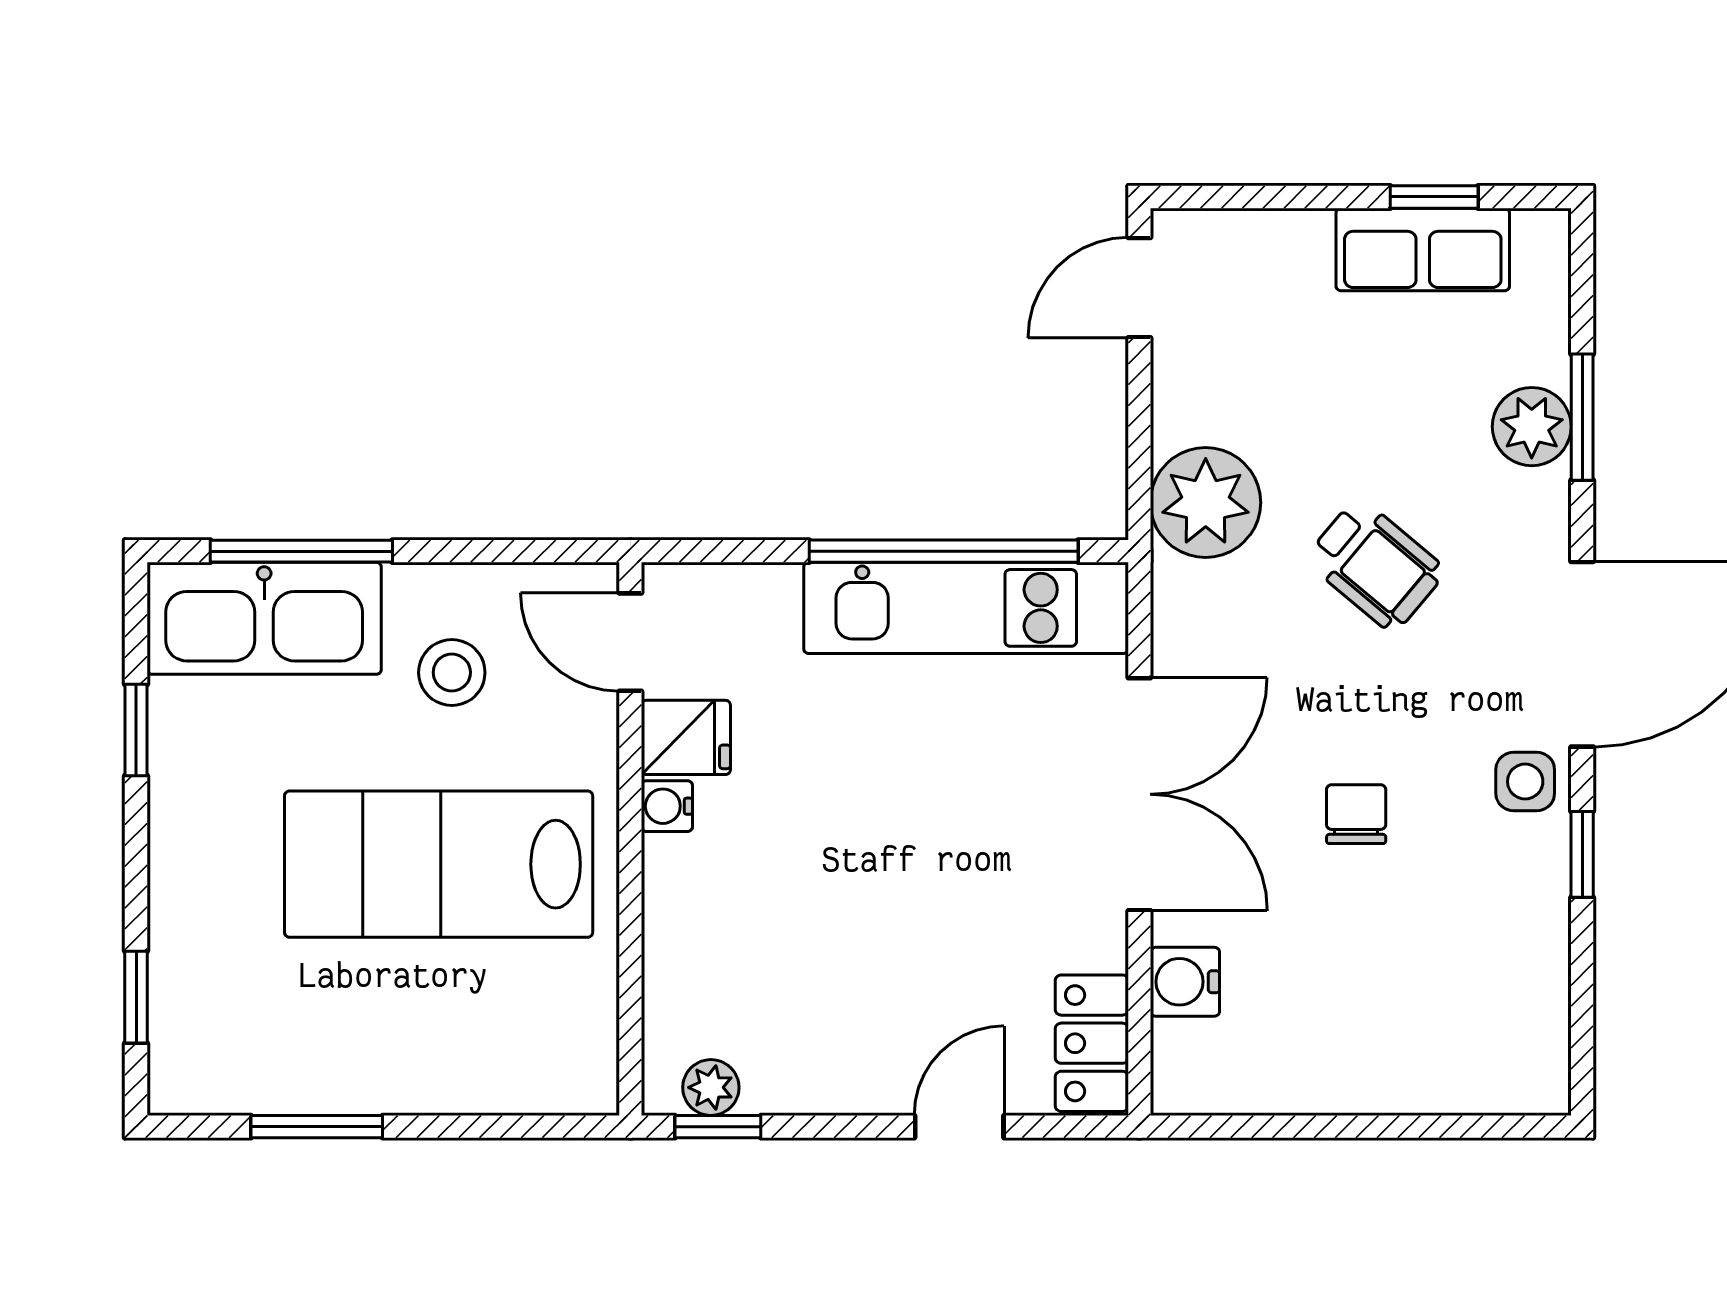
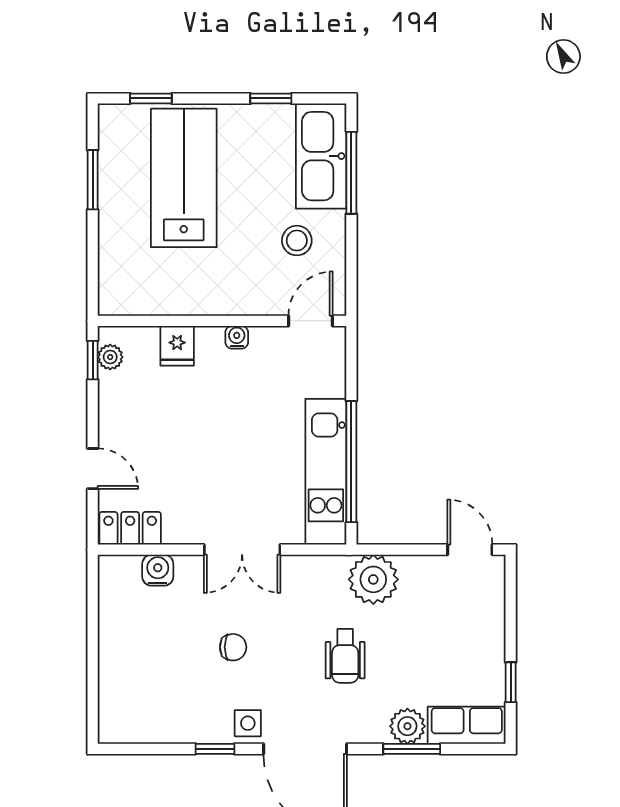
row of seats: (1423, 249) -> (467, 725), moved, turned 90
wheelchair: (1375, 565) -> (345, 656), turned -40
fridge: (686, 737) -> (177, 346), moved
double door: (1139, 794) -> (242, 550), width x0.73
lab bench: (439, 864) -> (184, 178), moved

